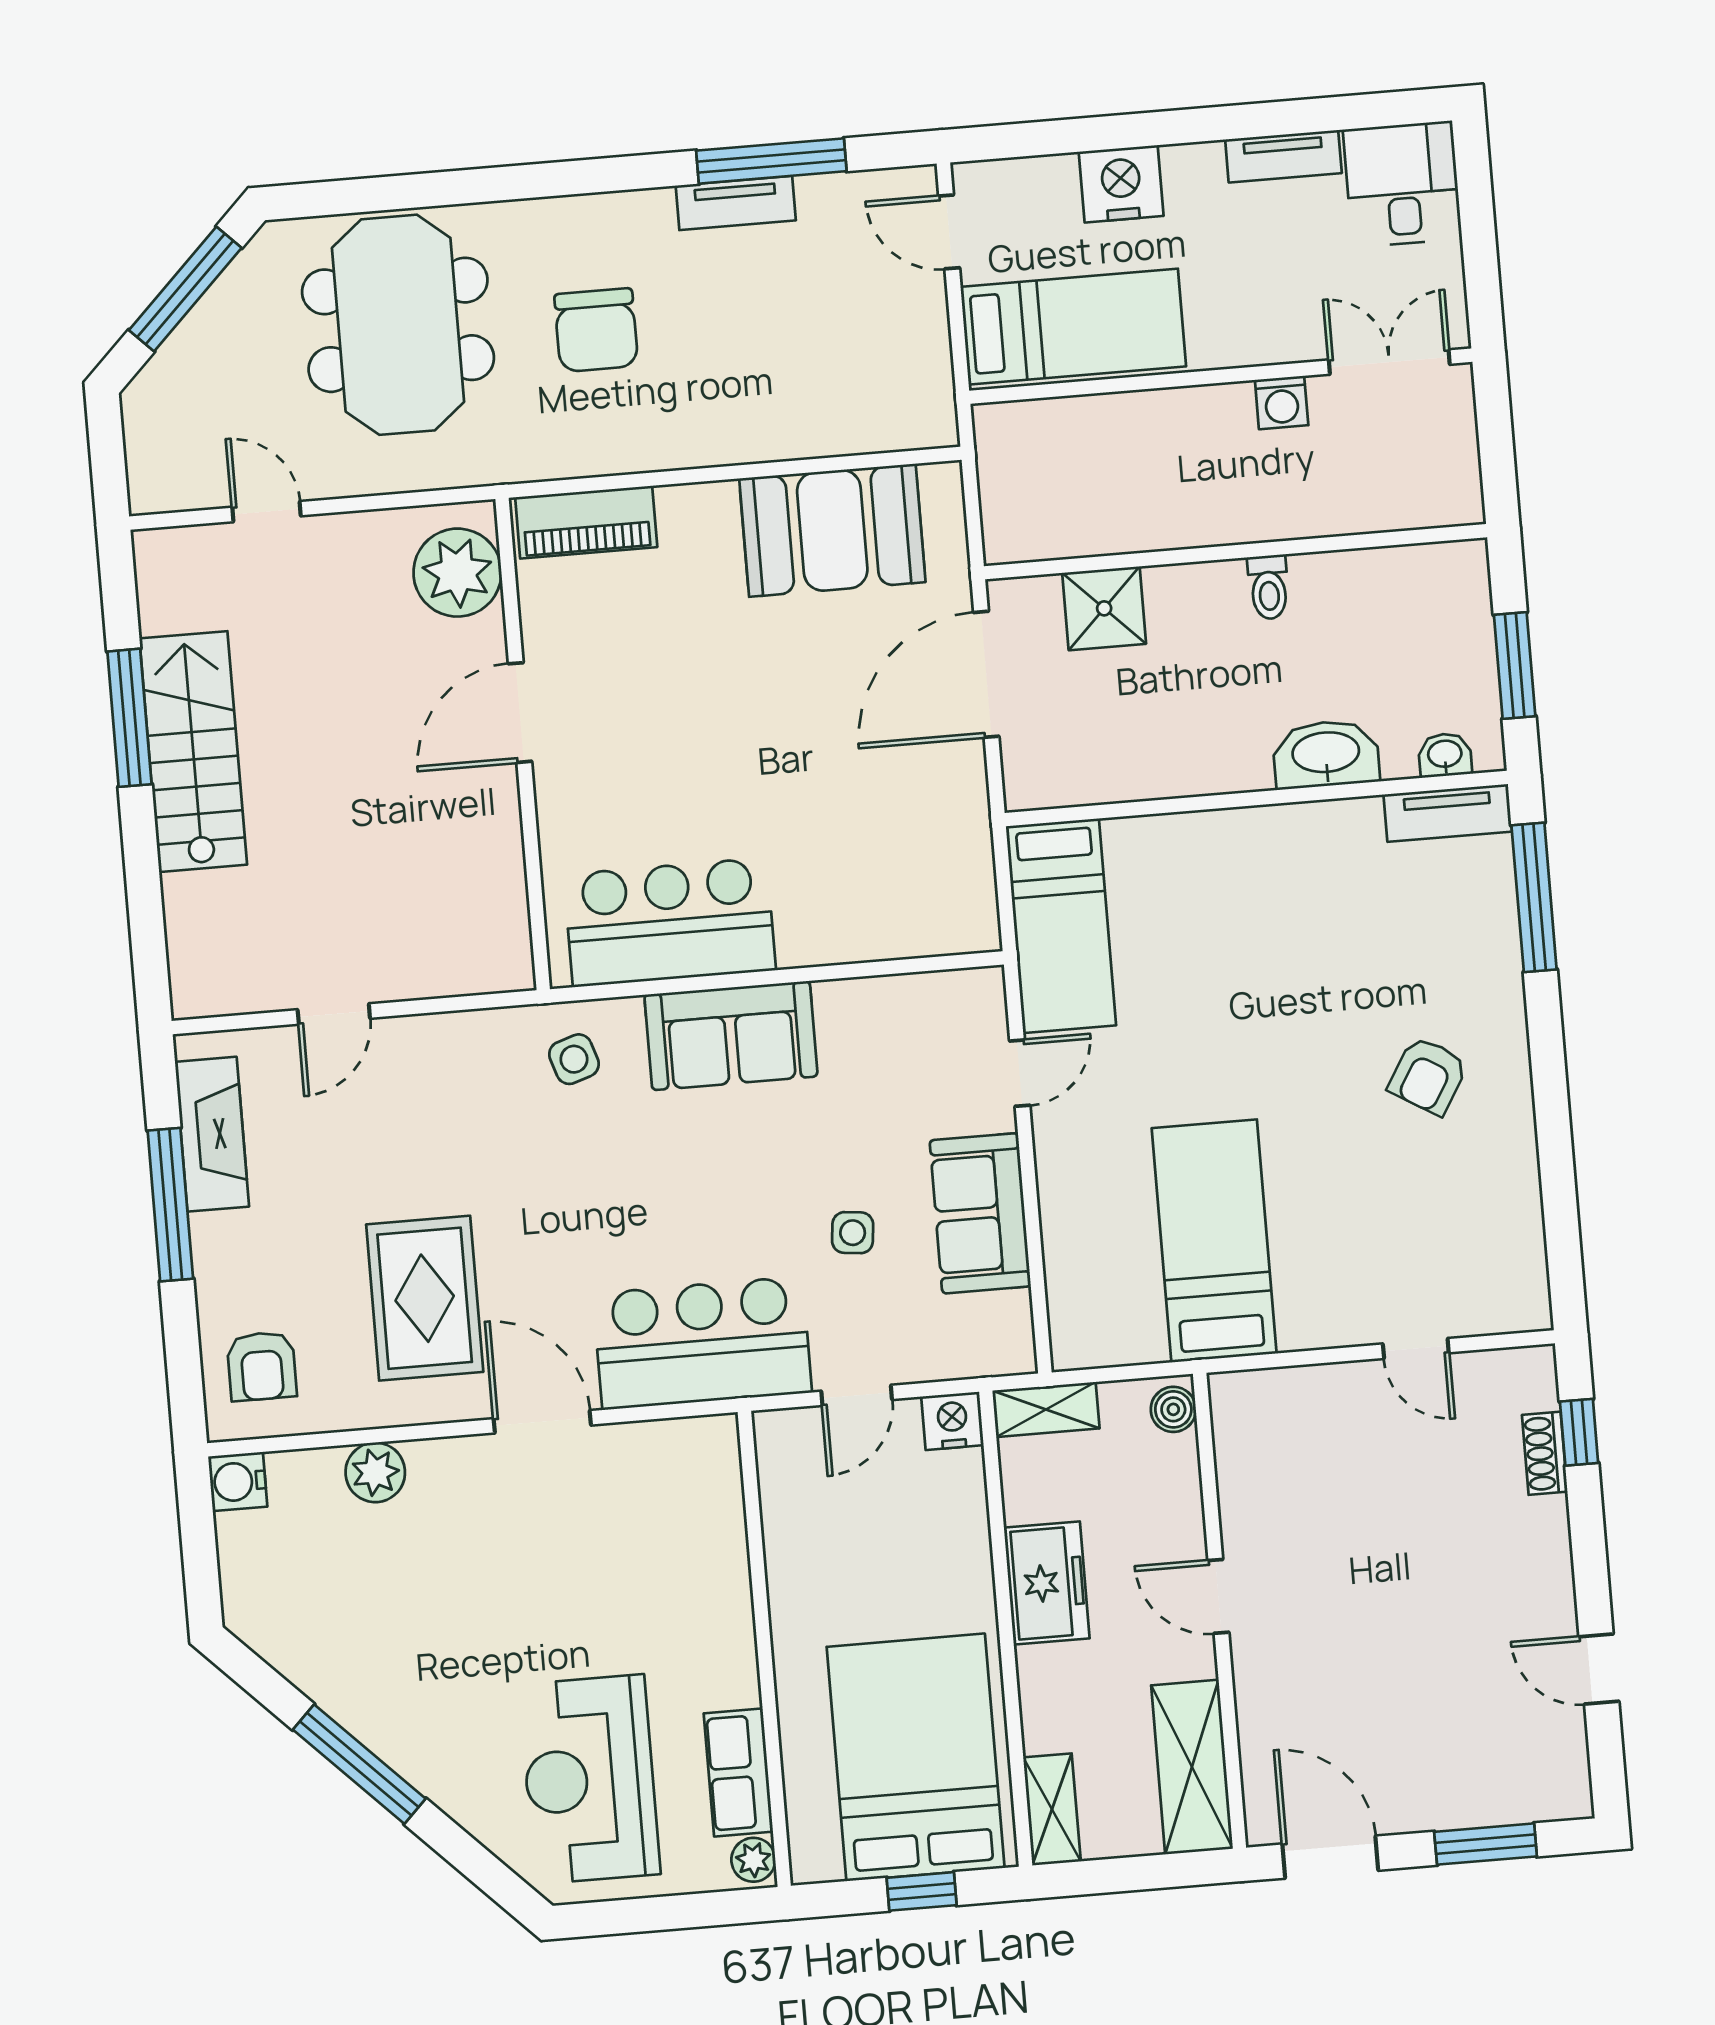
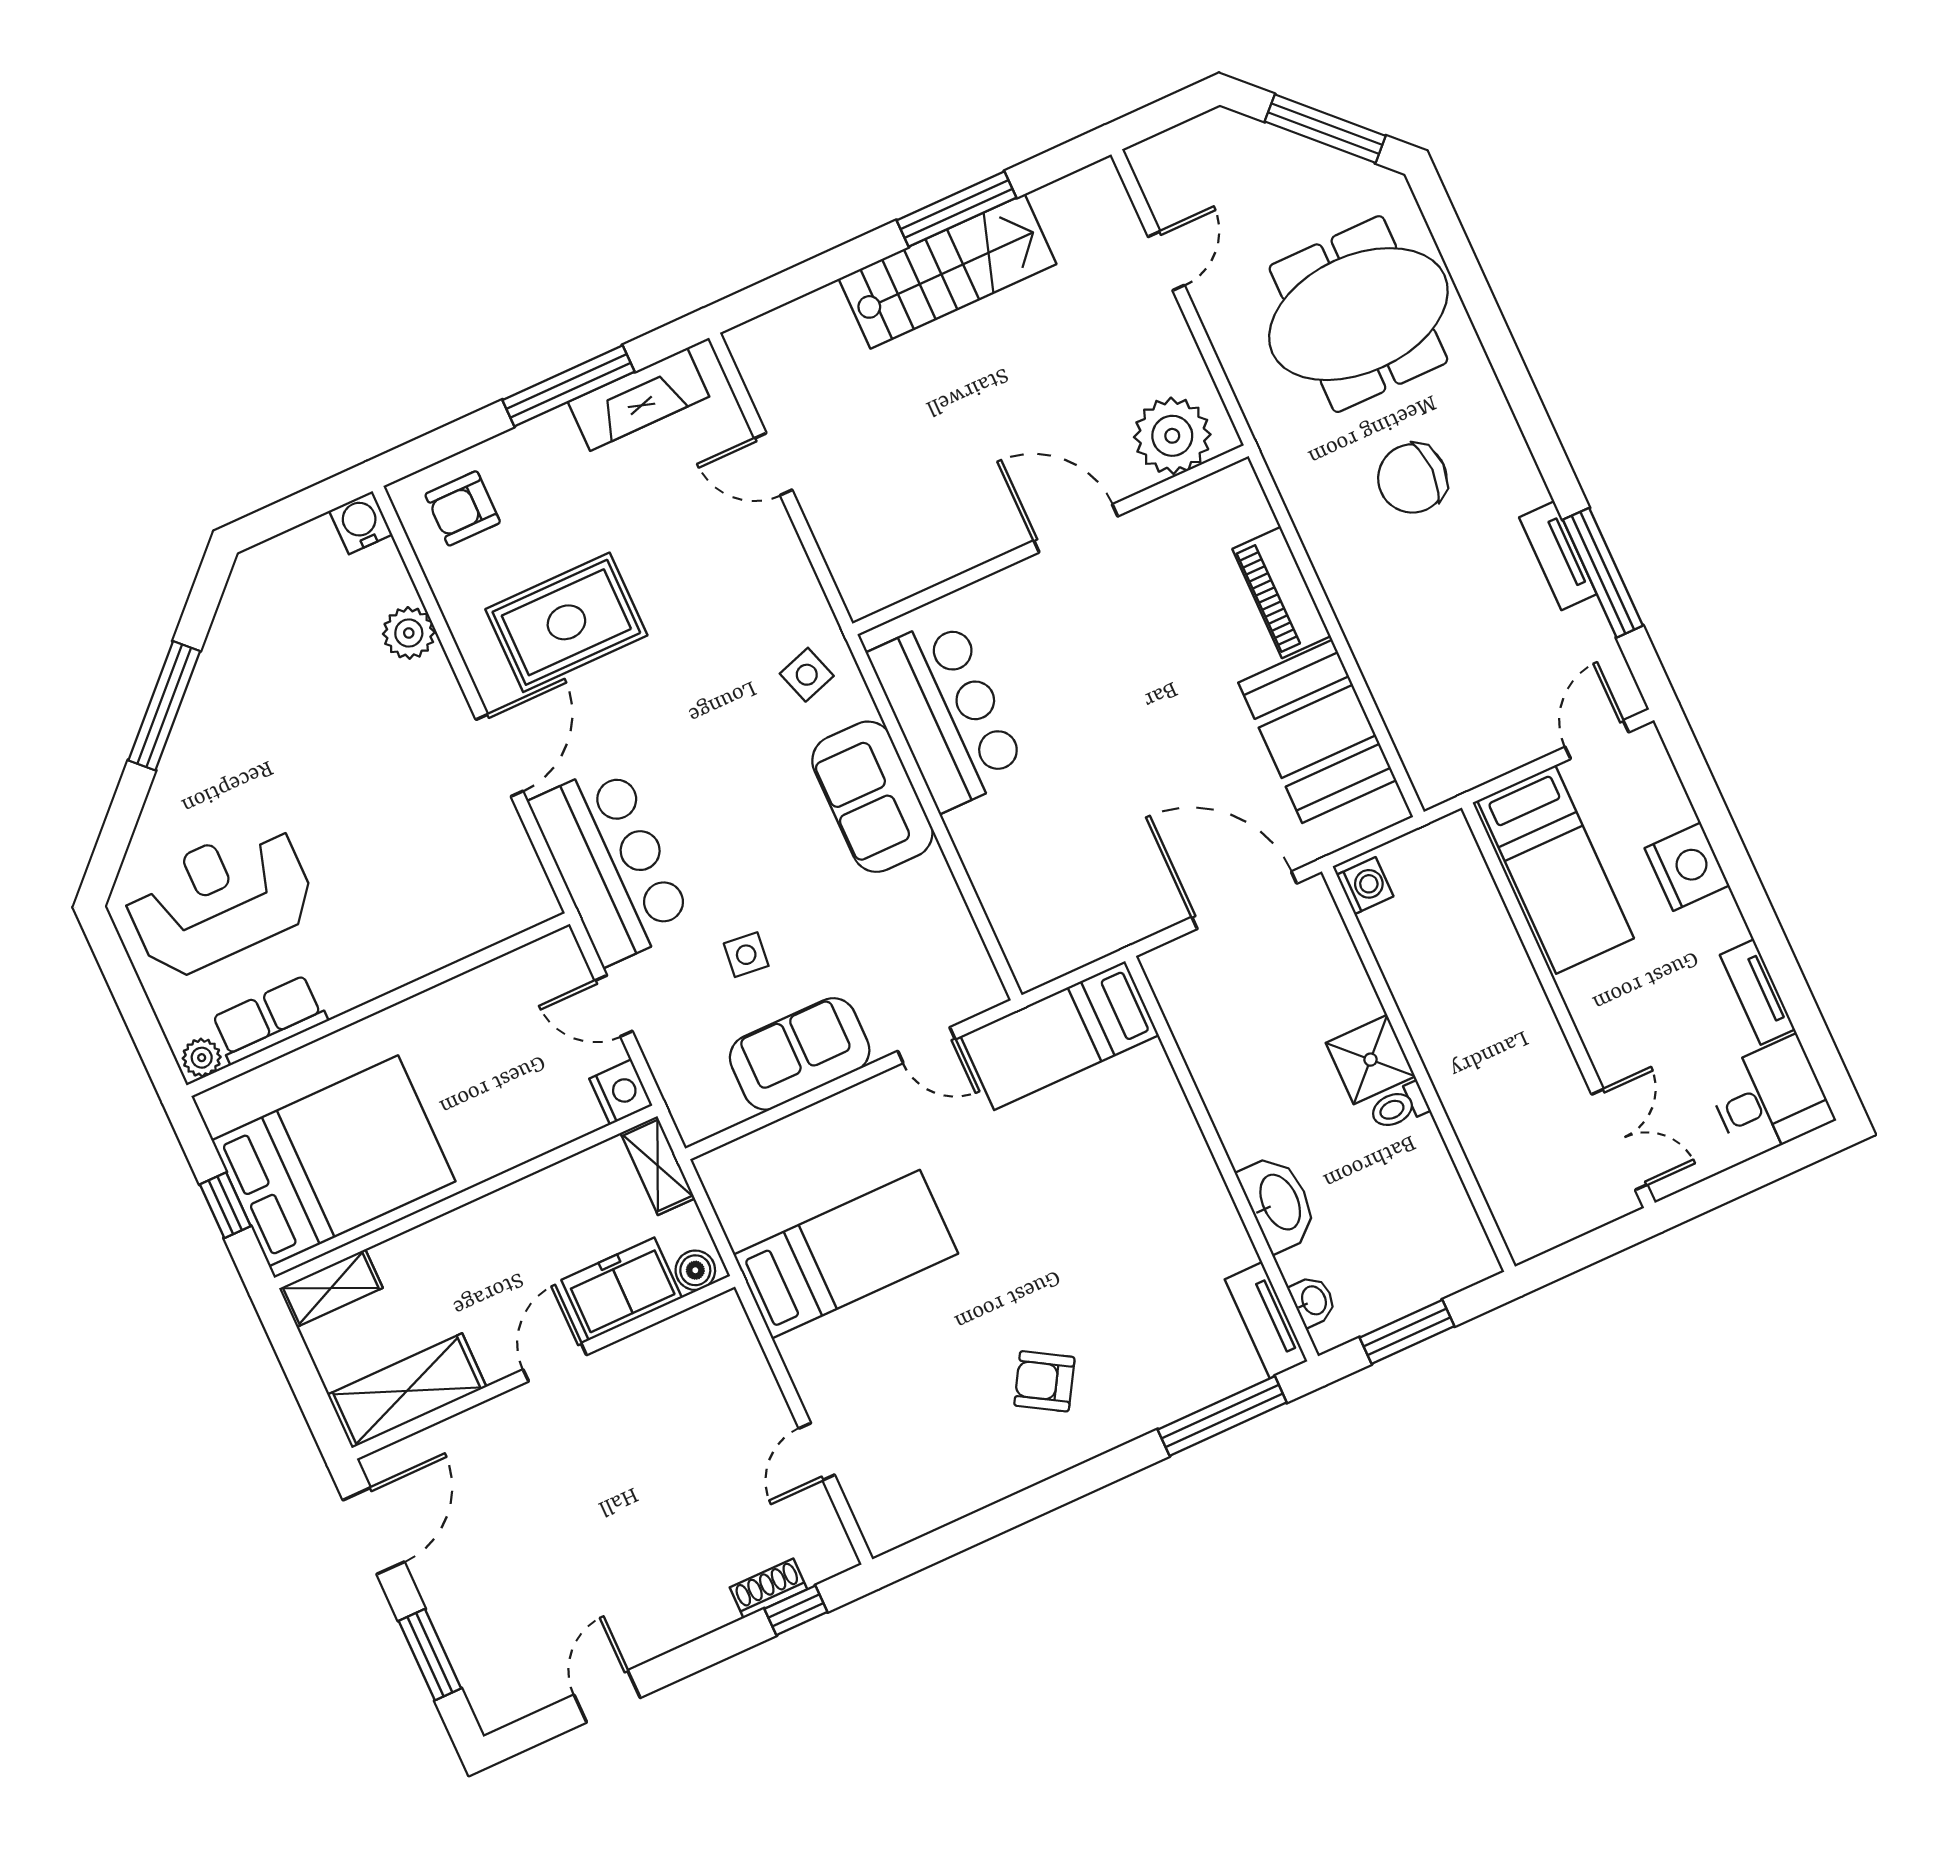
washing machine: (1282, 403) -> (1365, 886), moved, turned 180
piano: (586, 522) -> (1282, 592), moved
shower: (1104, 608) -> (1371, 1060), moved
freezer: (1047, 1583) -> (622, 1289), moved, turned 180

